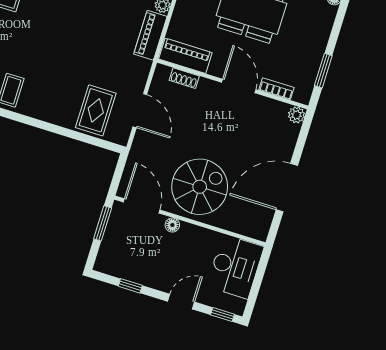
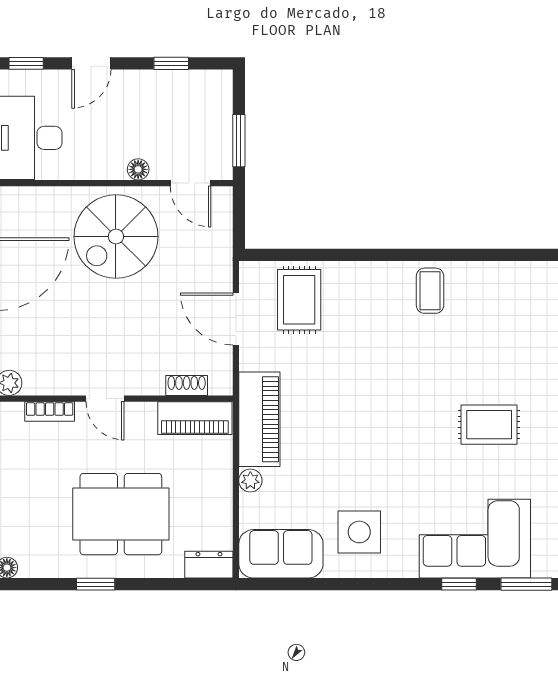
piano: (150, 35) -> (259, 419), width x1.37, depth x1.33
door: (239, 86) -> (105, 399), width x0.73
door: (142, 206) -> (191, 183), width x0.73

